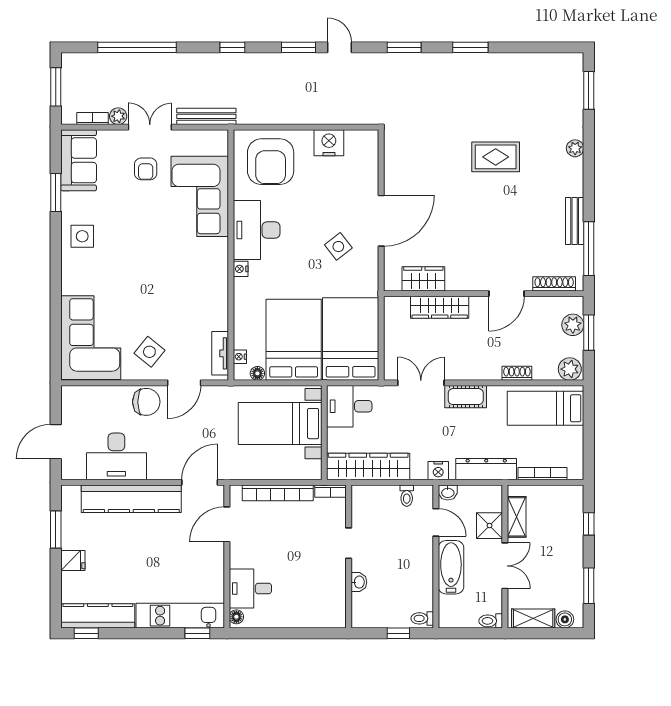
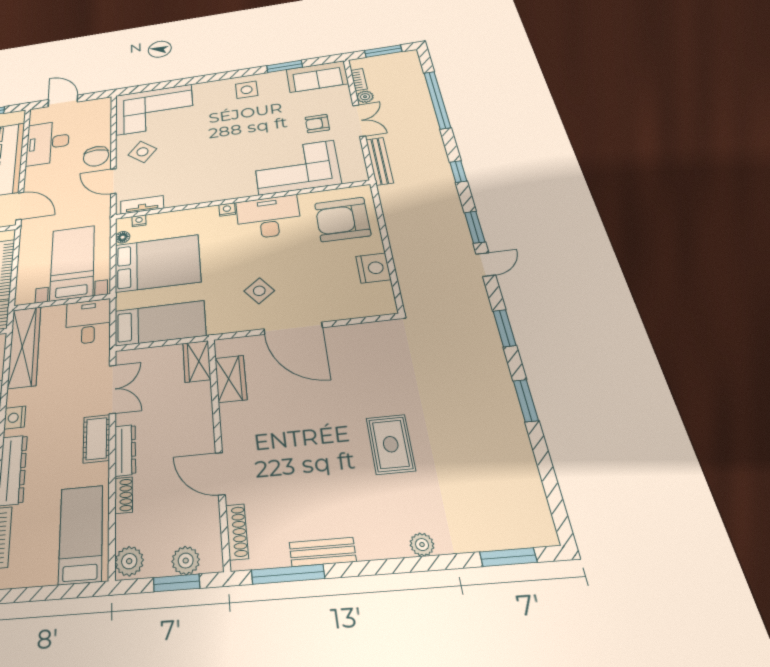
wardrobe: (440, 307) -> (197, 361), moved, width x0.67
bed: (351, 339) -> (160, 323), width x0.67
dresser: (479, 372) -> (125, 450), added

